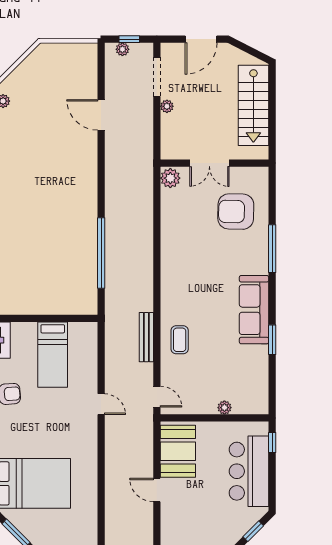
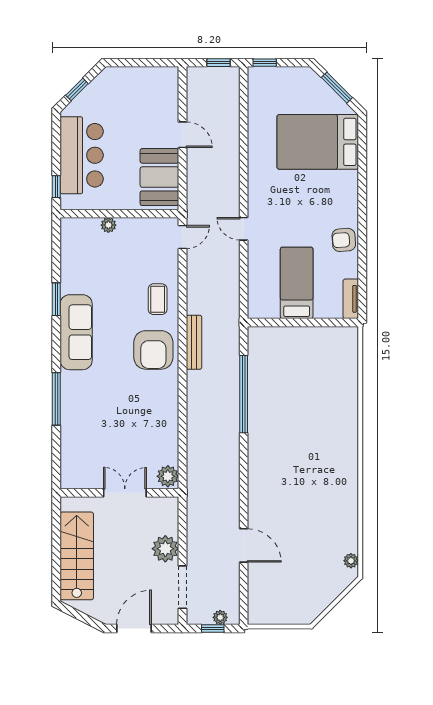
plant: (167, 106) -> (165, 549), width x1.88, depth x1.88
armchair: (236, 212) -> (153, 350), moved, turned 89
bench: (146, 337) -> (194, 342), moved
door: (157, 397) -> (182, 237), swing flipped

